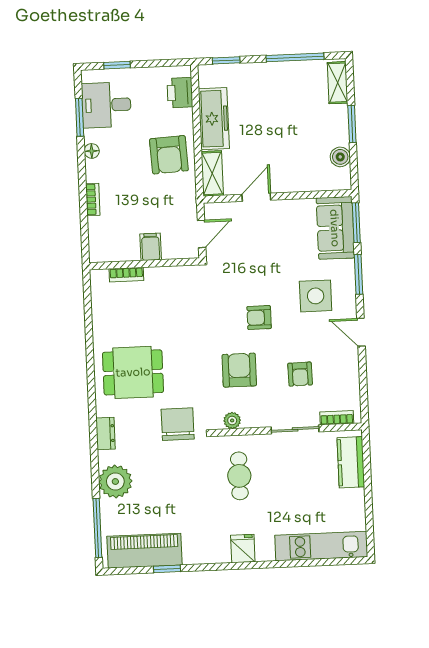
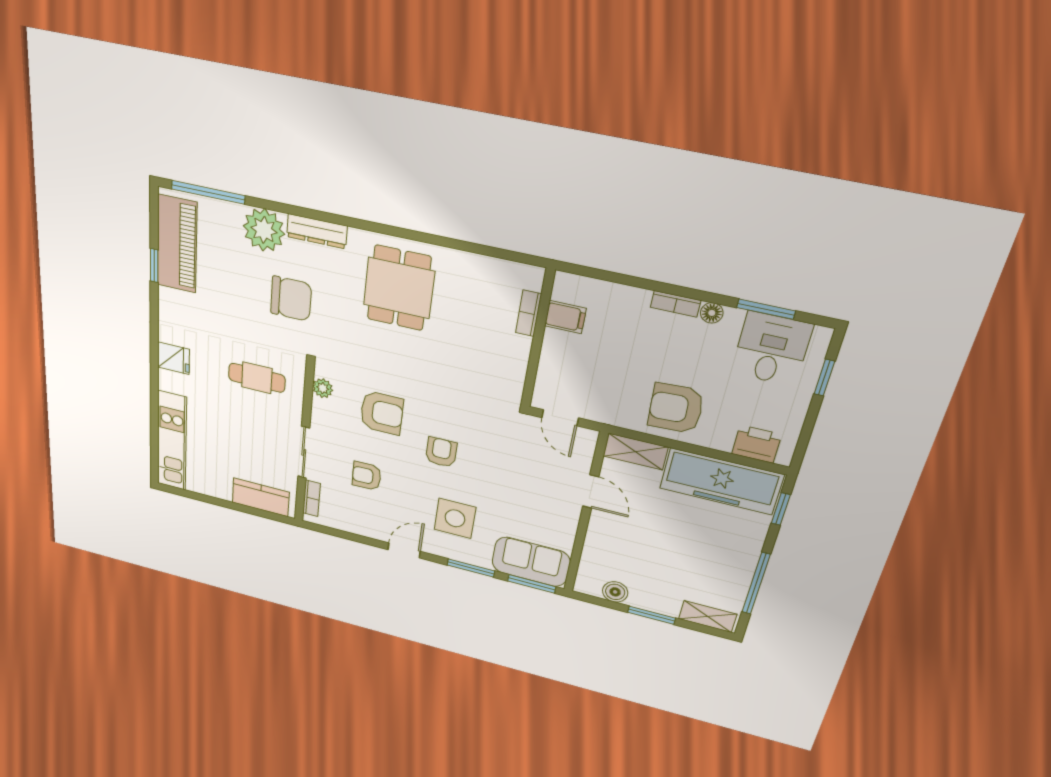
freezer: (214, 119) -> (721, 481), width x1.36, depth x1.26
bookcase: (93, 199) -> (676, 304), moved
filing cabinet: (151, 247) -> (565, 317), moved
chair: (178, 424) -> (291, 299), moved
dresser: (106, 433) -> (317, 231), width x1.44

